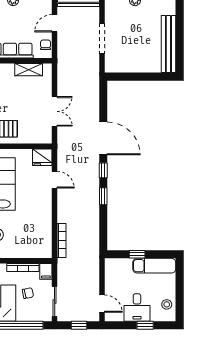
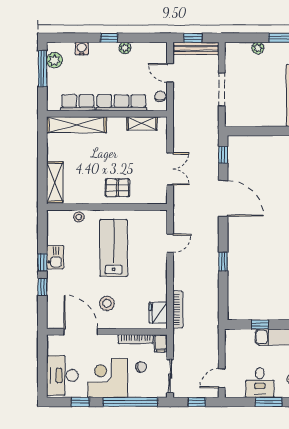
door: (55, 23) -> (170, 73), hinge flipped
fridge: (42, 157) -> (158, 313), moved, turned 90
window: (103, 170) -> (223, 155), moved
door: (55, 180) -> (170, 243), hinge flipped
door: (102, 304) -> (222, 378), swing flipped
window: (145, 325) -> (269, 402), width x1.50

